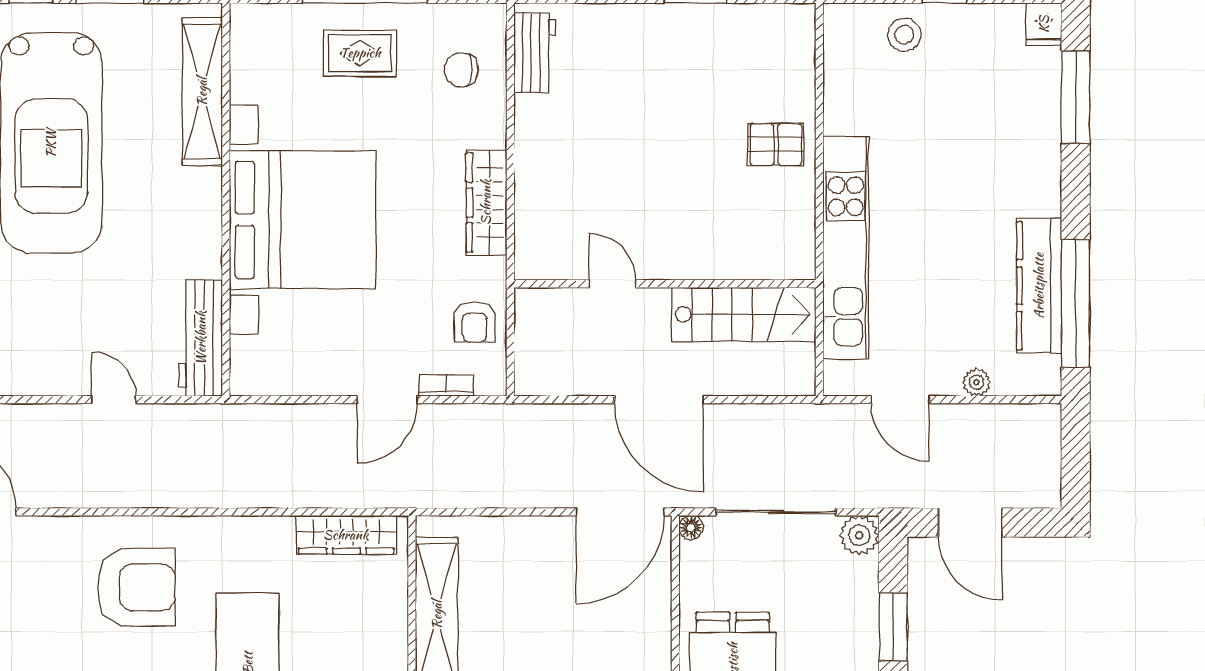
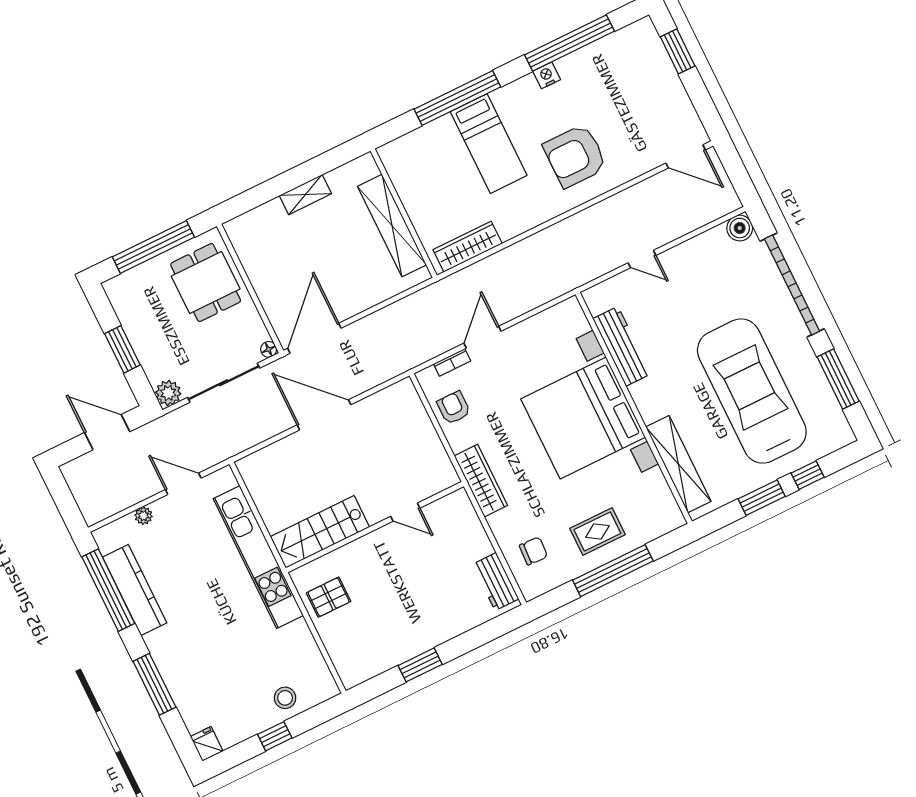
window: (1076, 97) -> (154, 684), moved
door: (612, 284) -> (405, 512), moved
wall: (665, 284) -> (375, 527), moved
stairs: (744, 314) -> (320, 532), moved
workbench: (201, 338) -> (622, 346), moved

